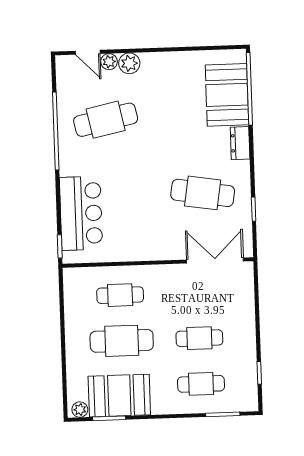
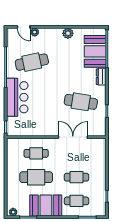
plant: (129, 63) -> (68, 33), moved
bar counter: (81, 213) -> (17, 97), moved
double door: (215, 261) -> (73, 137), moved
booth: (119, 396) -> (46, 206), moved

